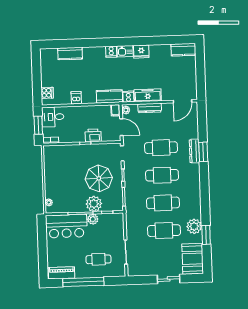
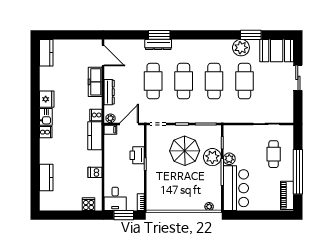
freezer: (148, 95) -> (95, 82), moved

